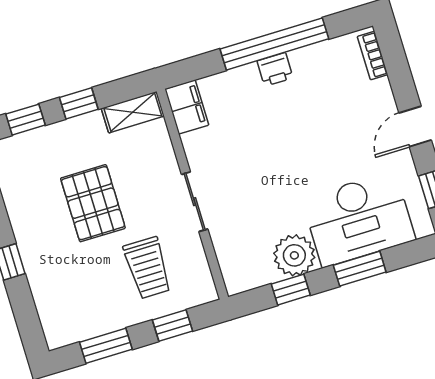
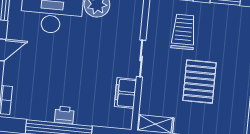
filing cabinet: (187, 107) -> (125, 93), moved

